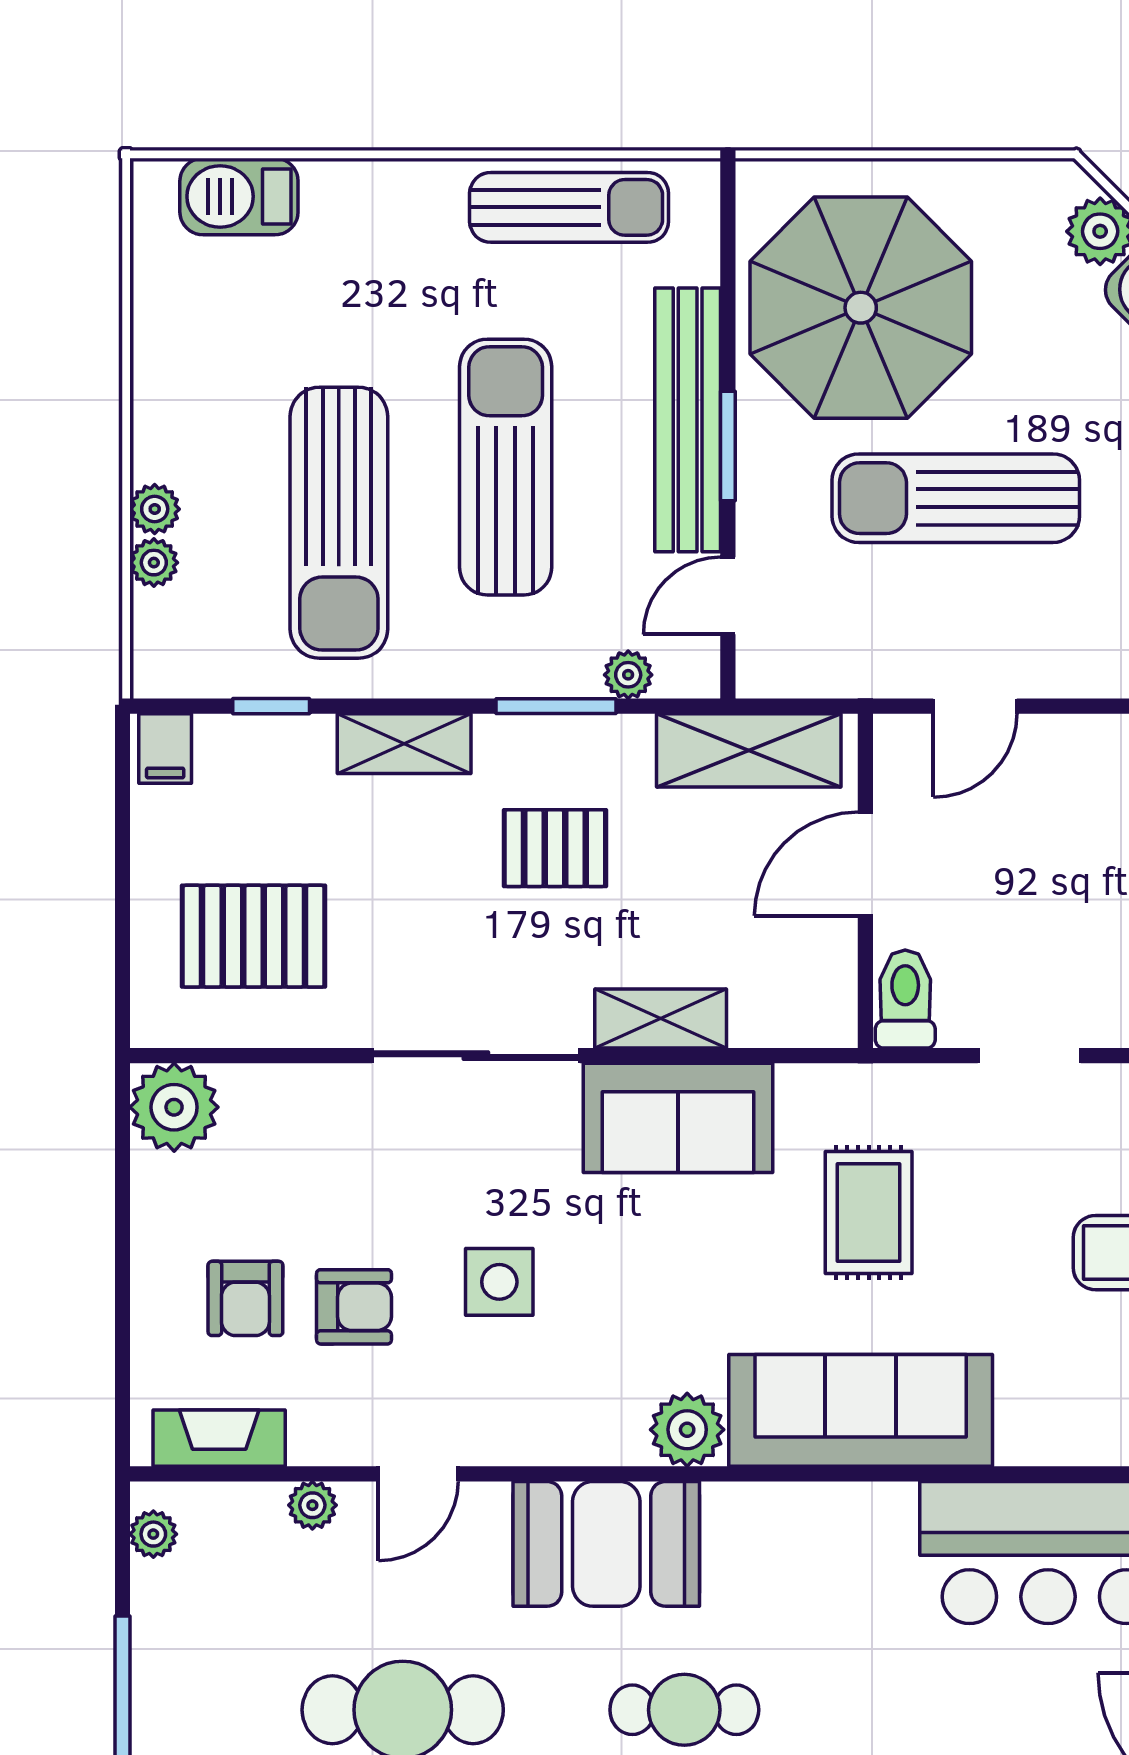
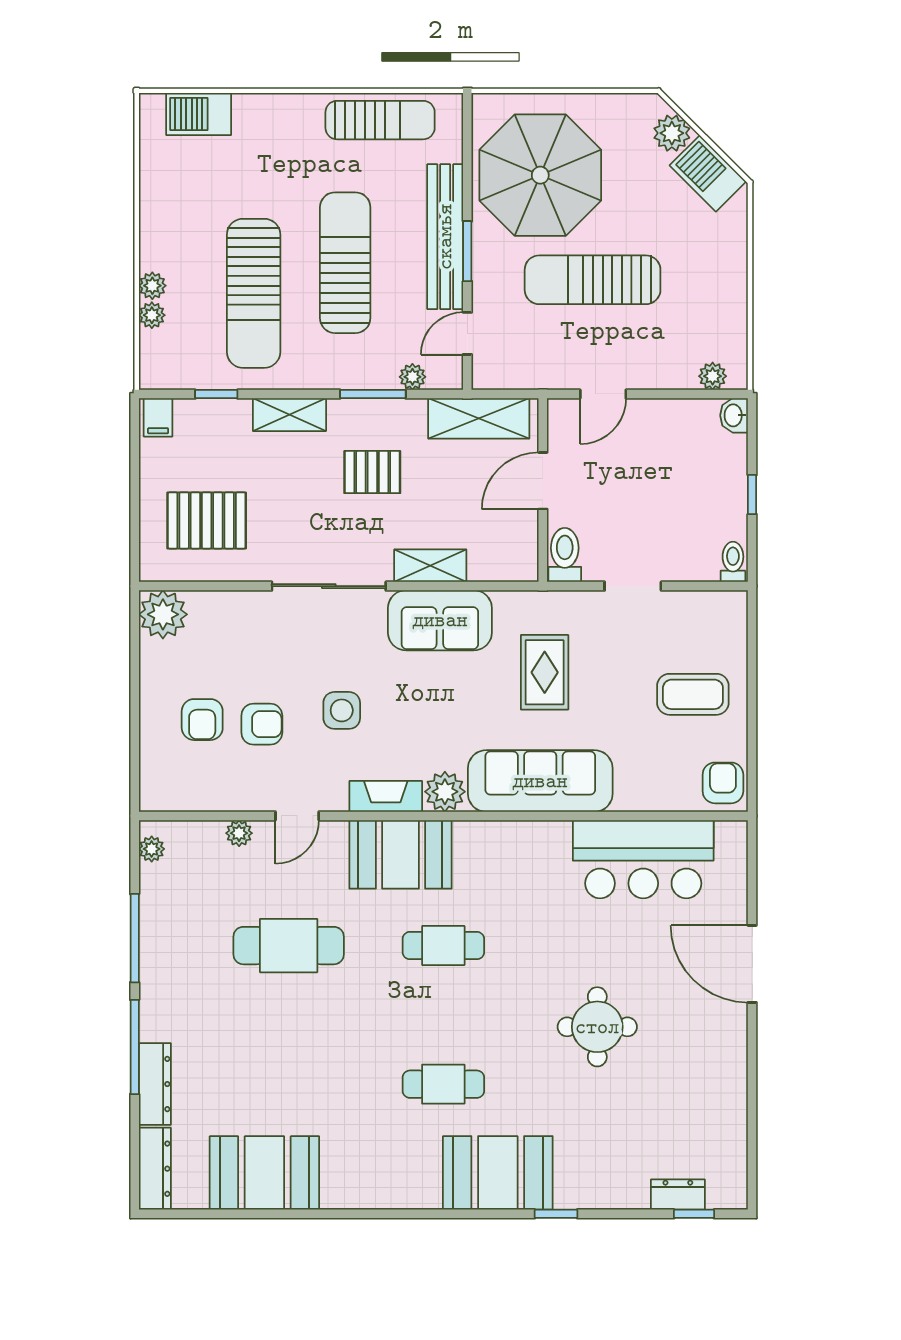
fireplace: (219, 1438) -> (386, 796), moved

